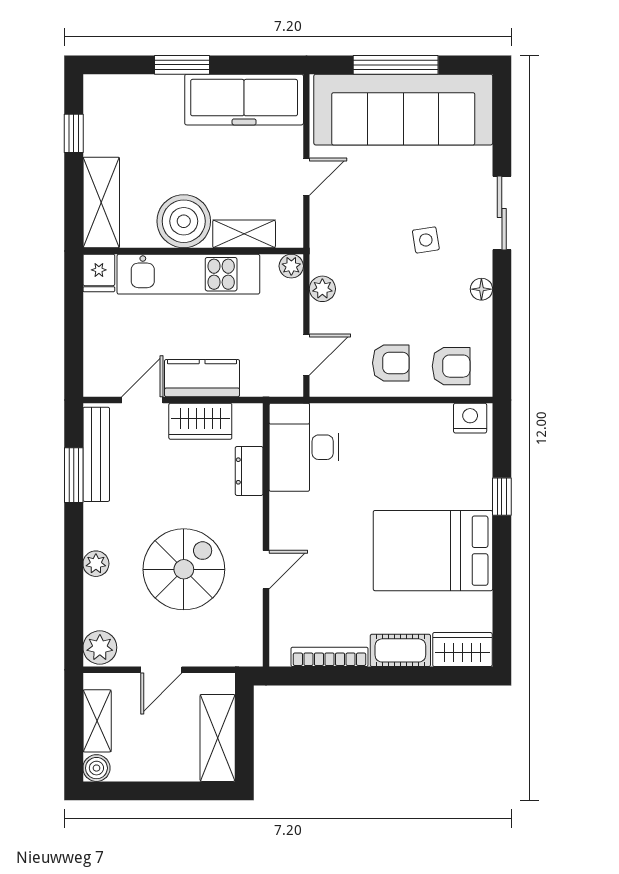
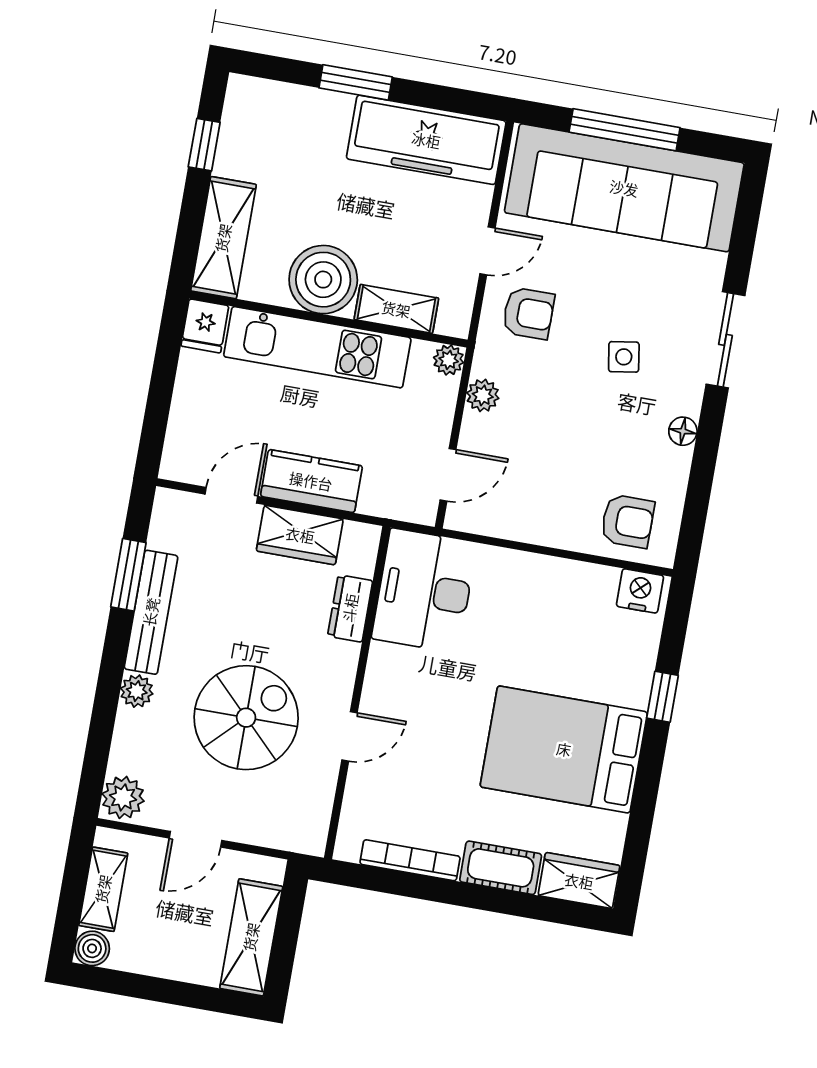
armchair: (391, 363) -> (528, 313), moved
bench: (96, 454) -> (151, 612), moved

